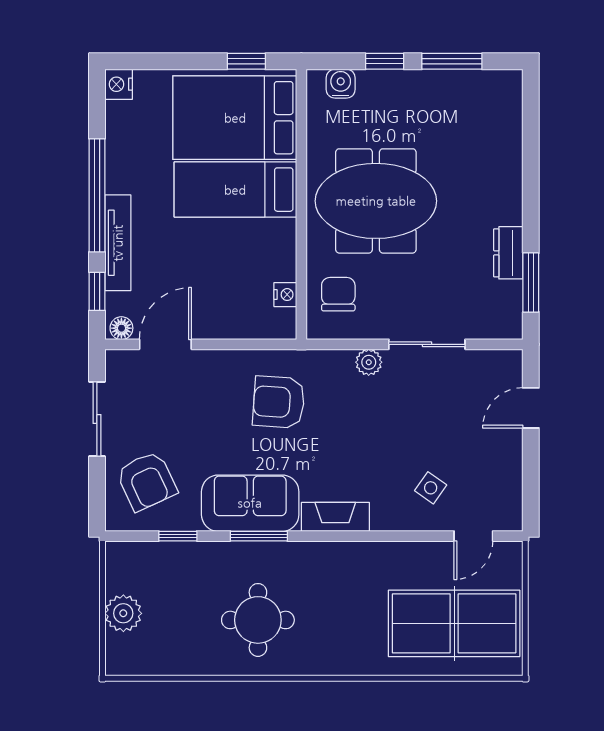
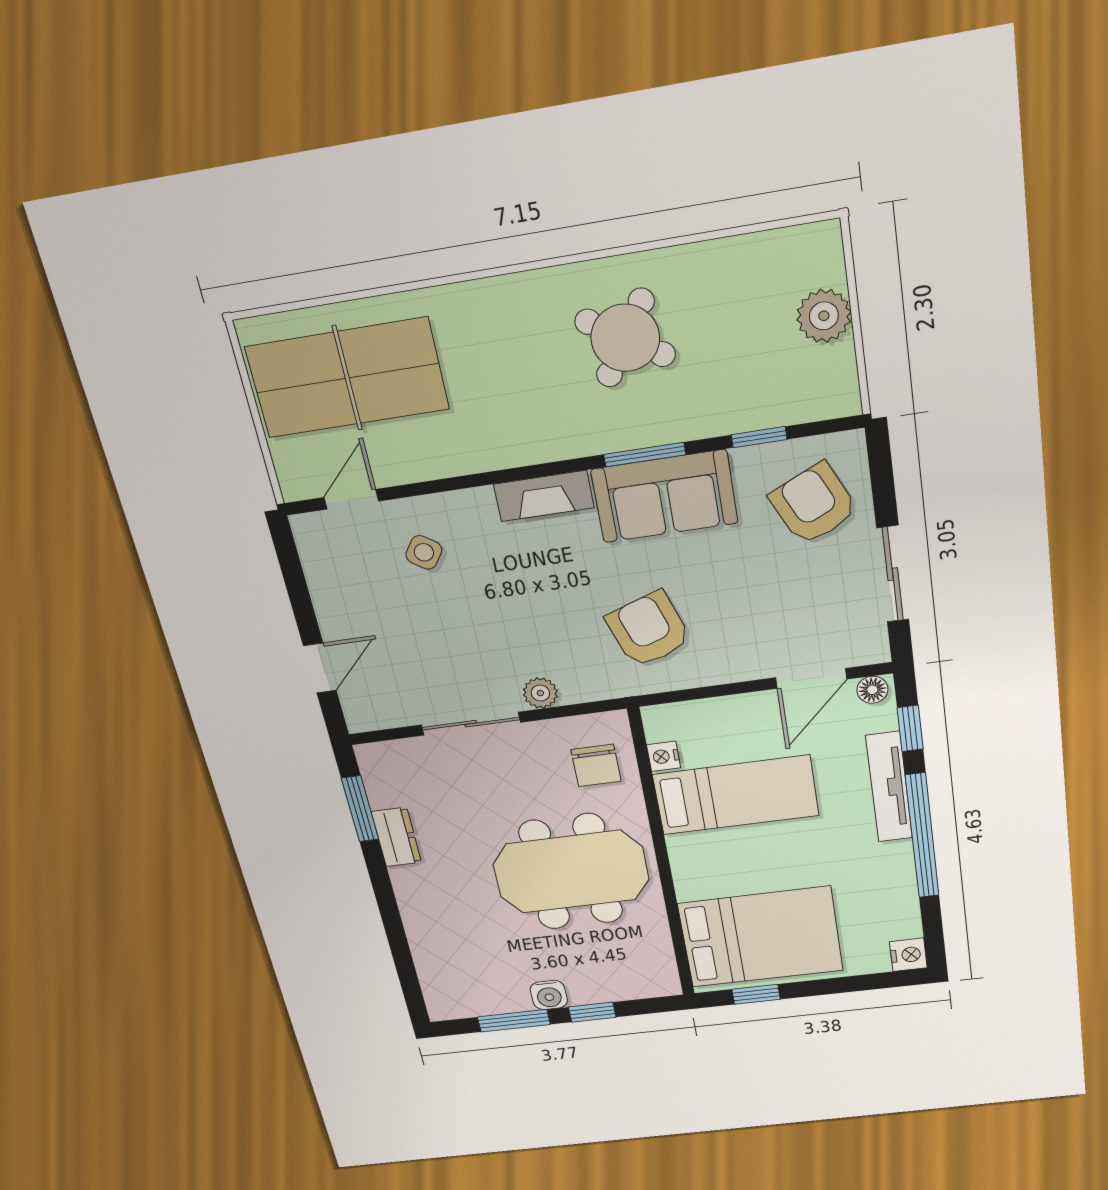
water cooler: (341, 84) -> (549, 995), moved
bed: (235, 190) -> (736, 795), moved
armchair: (279, 402) -> (648, 630), turned -113
round table: (258, 620) -> (625, 338), turned 33

